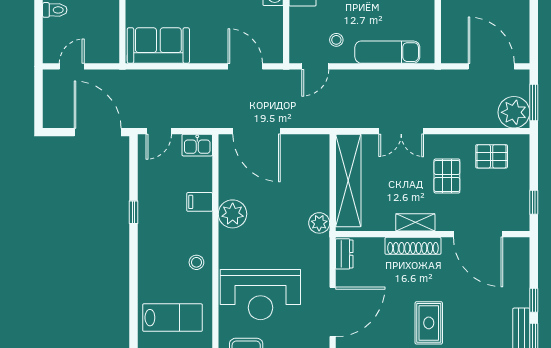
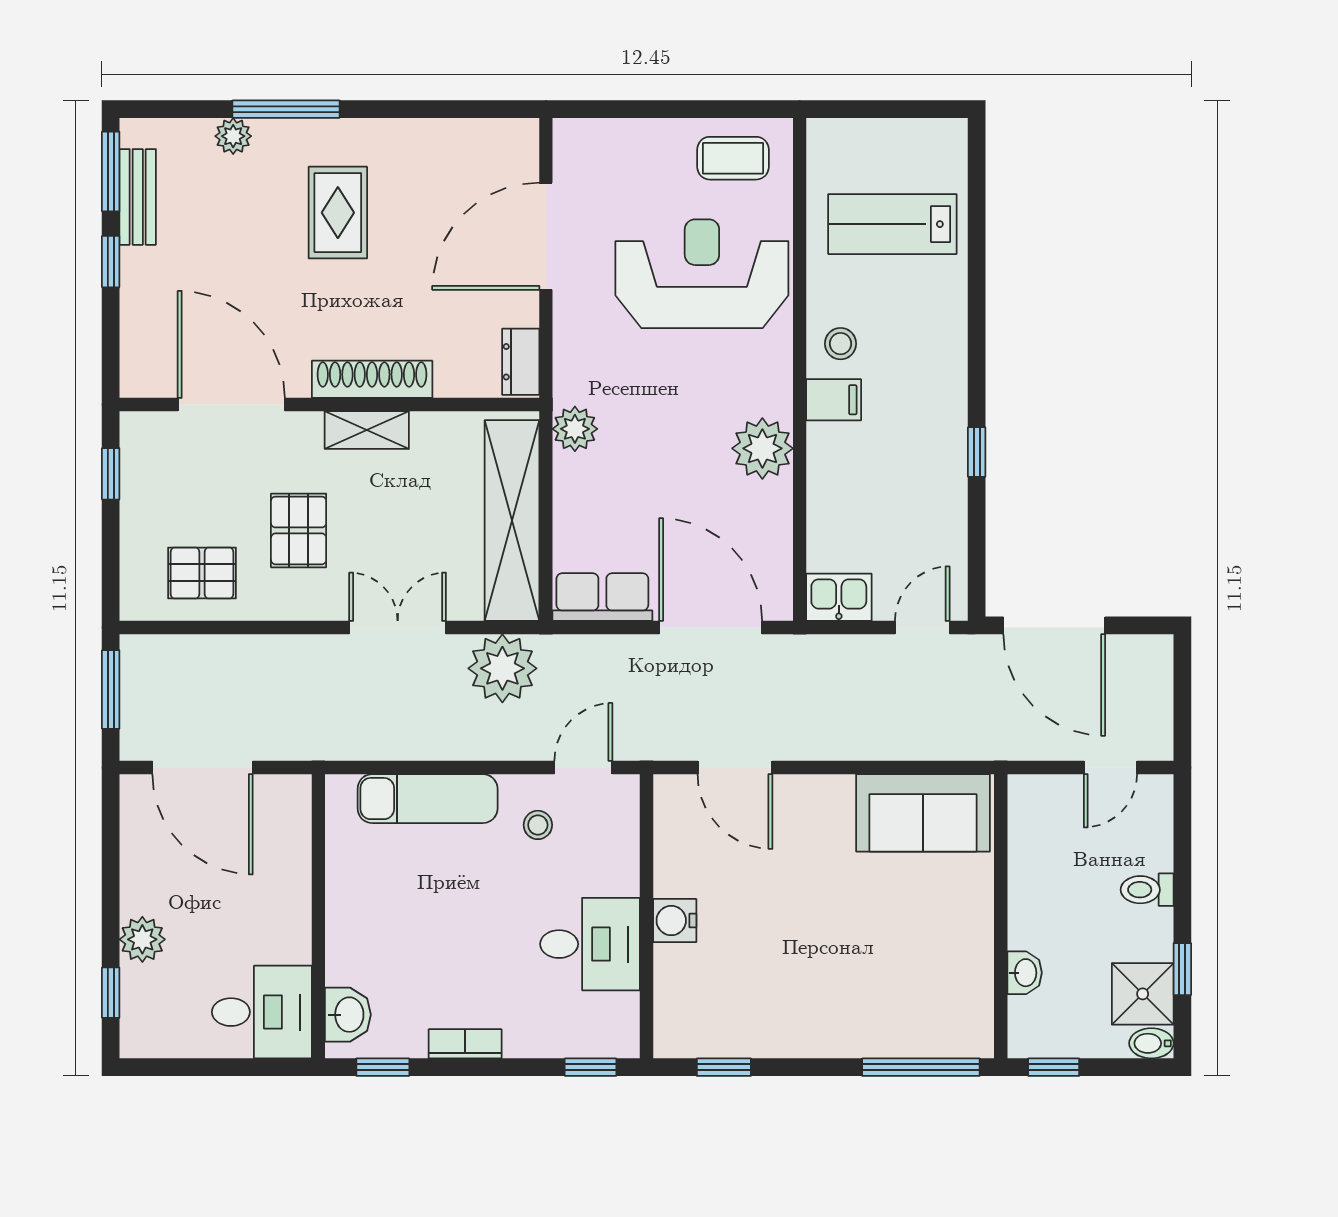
plant: (514, 112) -> (502, 668), moved
row of seats: (307, 145) -> (602, 597), added
filing cabinet: (200, 202) -> (834, 400), moved

